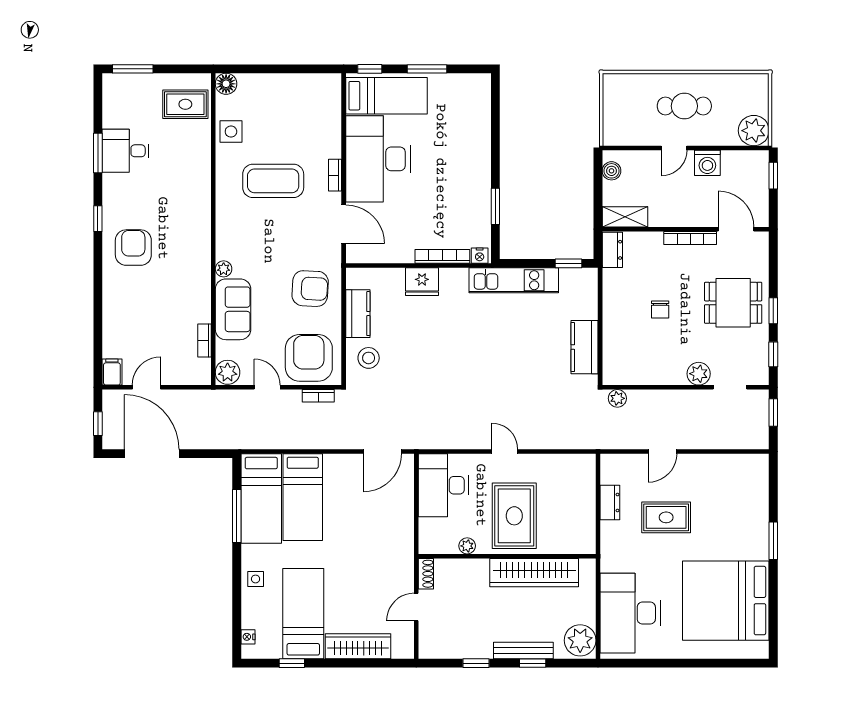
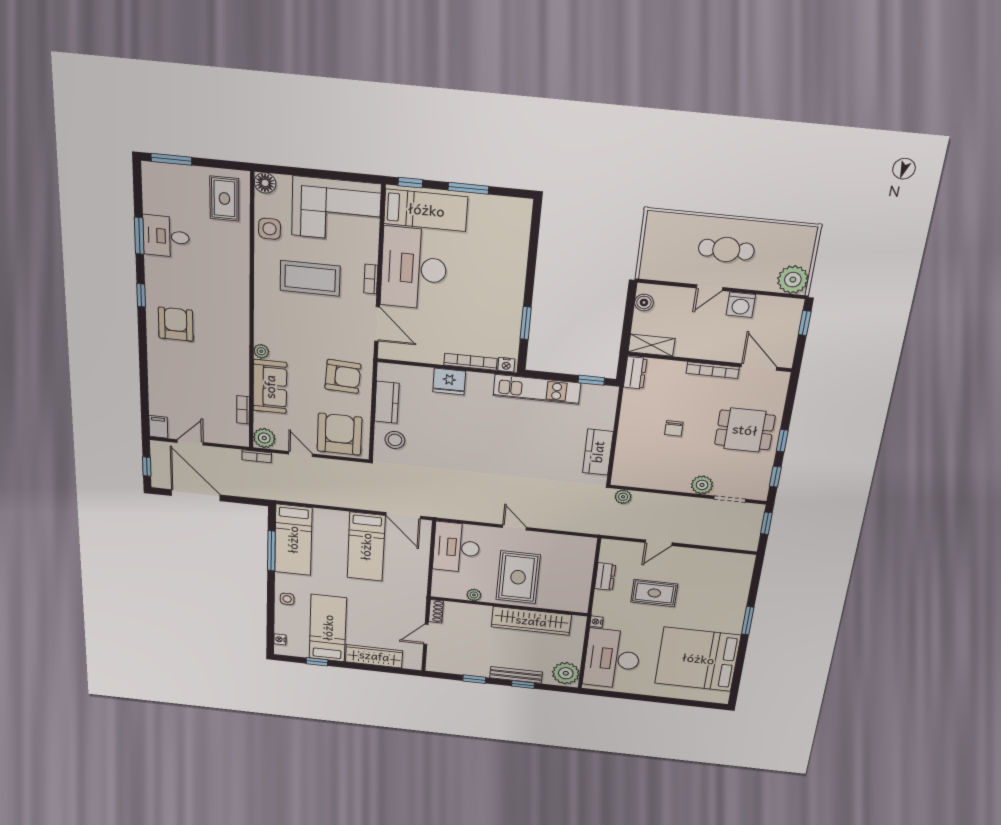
rug: (185, 104) -> (224, 199), turned 90
corner sofa: (298, 104) -> (336, 210), added
bookcase: (318, 396) -> (257, 456), moved
door: (382, 451) -> (403, 516), hinge flipped
bed: (303, 497) -> (366, 547), moved
nightstand: (607, 564) -> (596, 622), added

